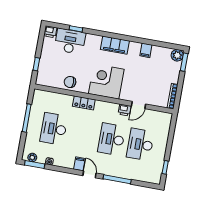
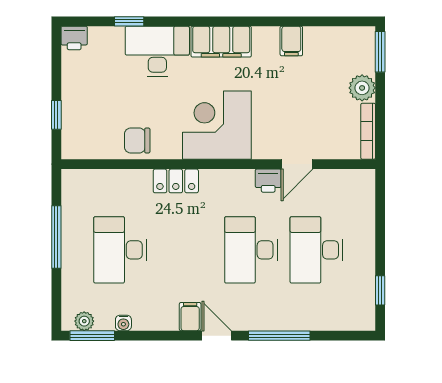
desk: (70, 41) -> (157, 51), moved
plant: (177, 55) -> (362, 88), moved

